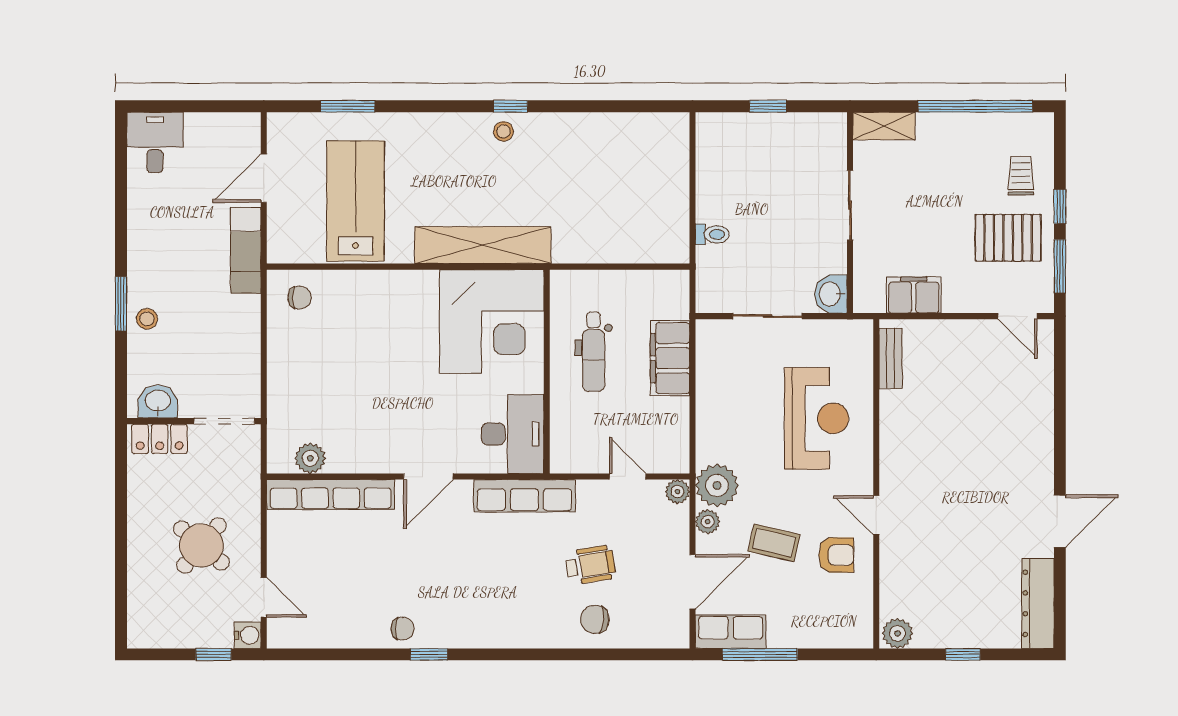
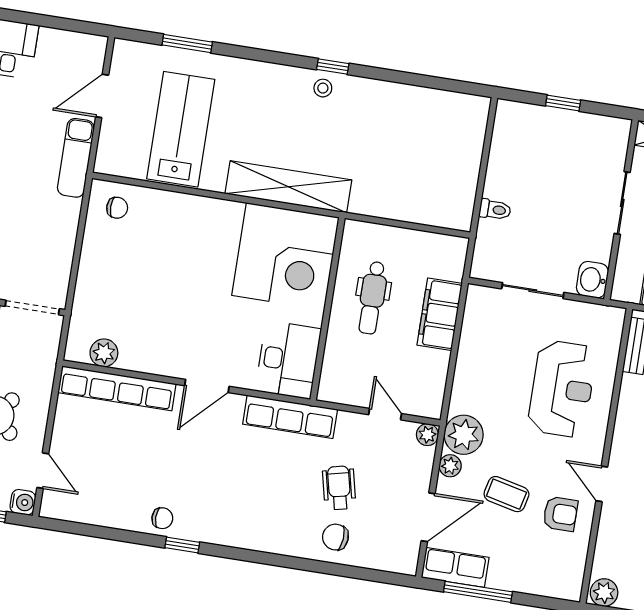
wheelchair: (590, 565) -> (339, 488), turned -94

